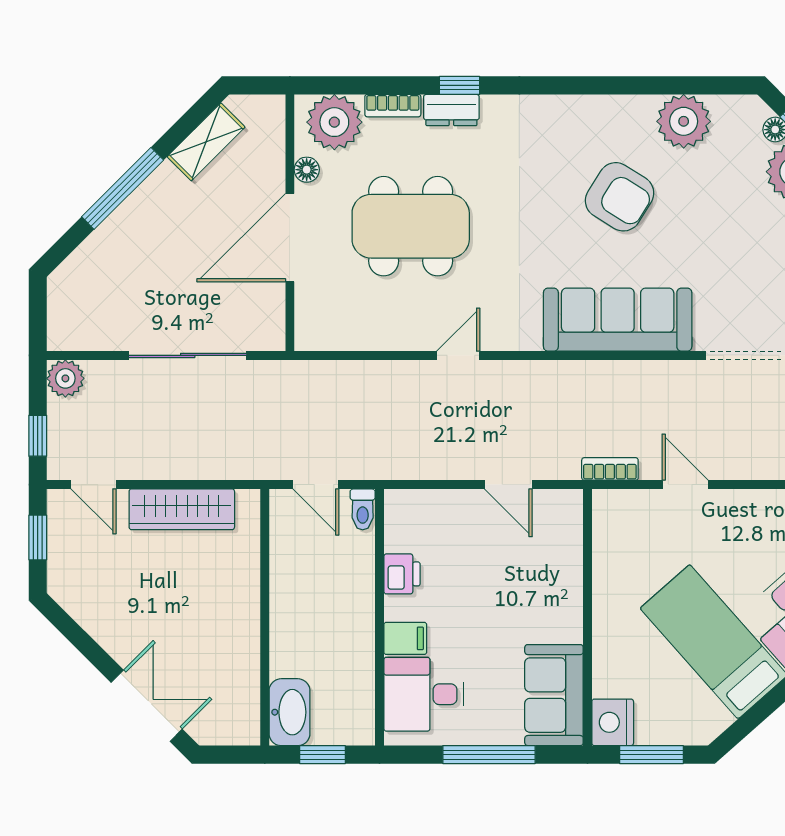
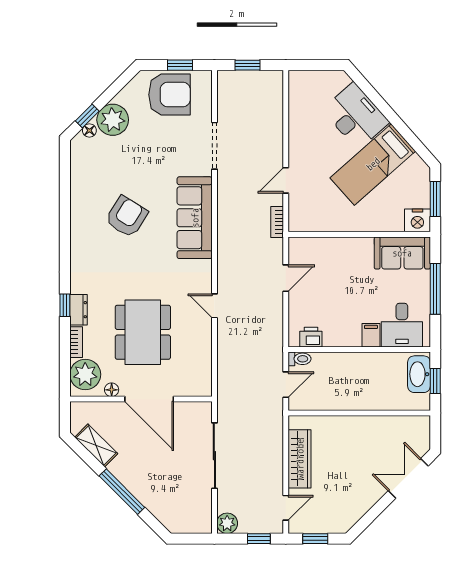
plant: (684, 121) -> (85, 181), removed
printer: (402, 574) -> (311, 337), moved
washbasin: (289, 712) -> (419, 374), moved, turned -90

